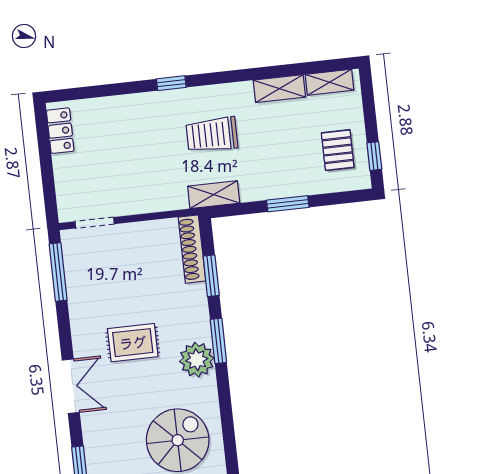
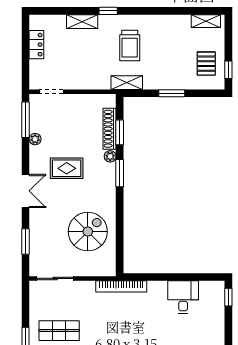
shelving: (279, 89) -> (82, 22), moved
locker: (60, 131) -> (36, 45), moved
trolley: (212, 135) -> (130, 46), turned -90
shoe rack: (192, 249) -> (110, 129), moved
plant: (77, 302) -> (35, 139), added
plant: (197, 360) -> (110, 156), moved, width x0.53, depth x0.53

